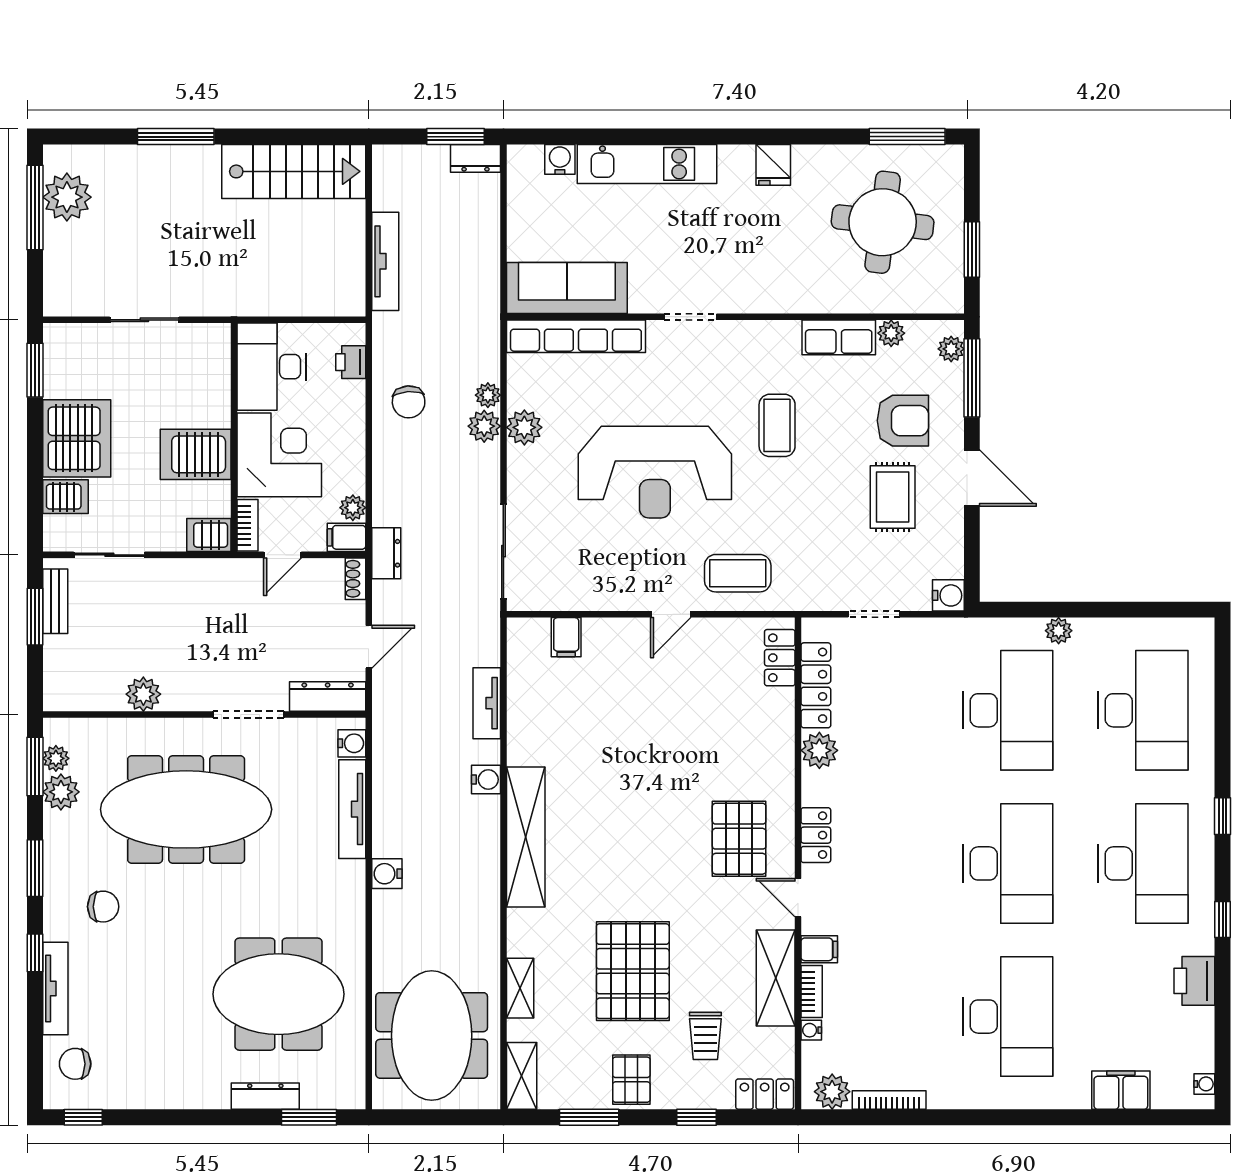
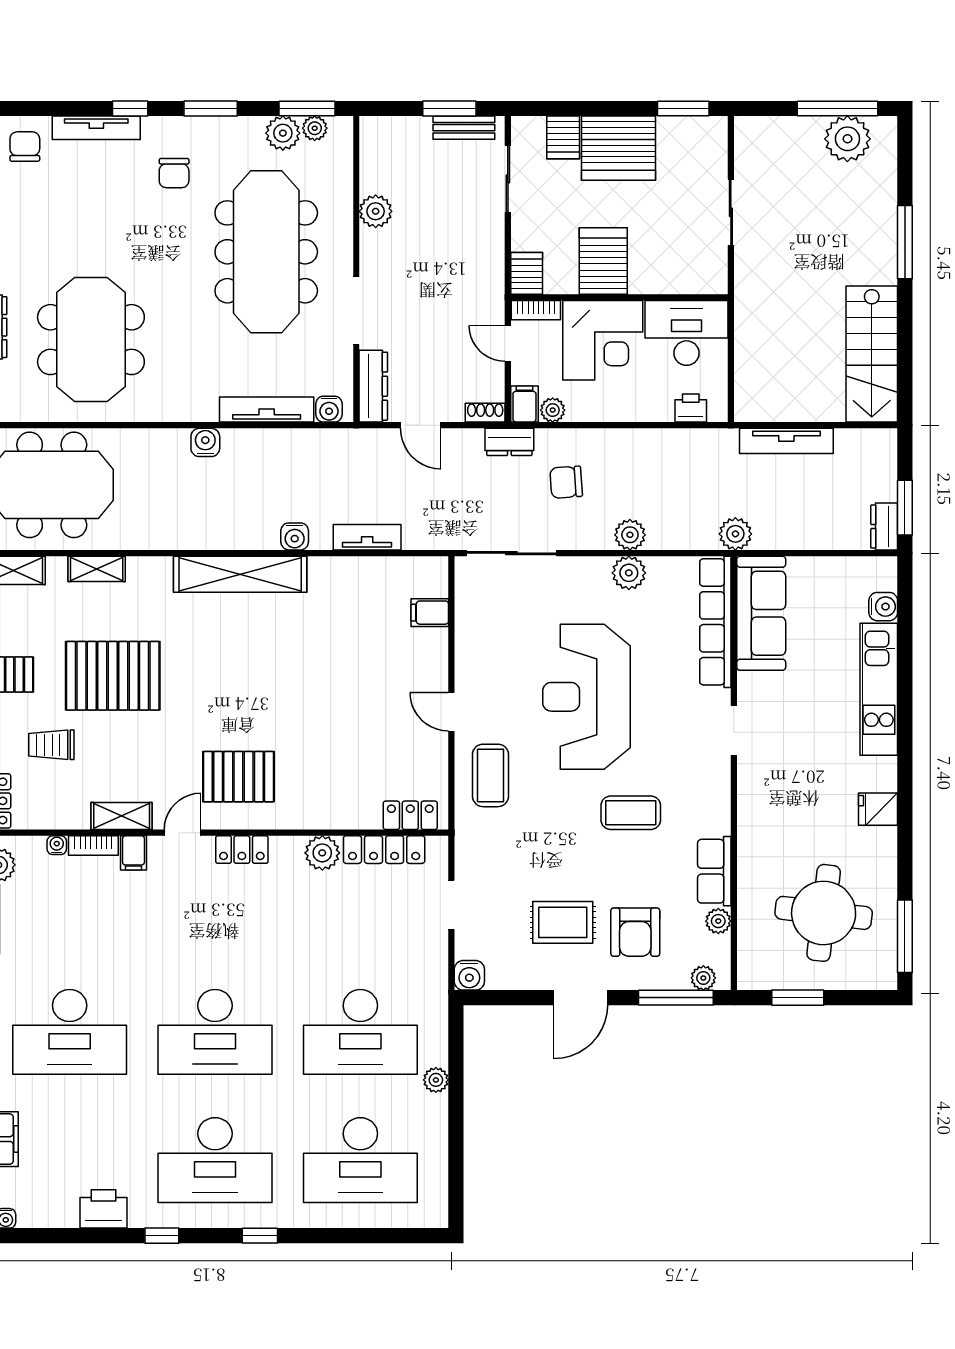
plant: (488, 395) -> (735, 534), moved, width x1.38, depth x1.38
chair: (409, 402) -> (566, 482), moved
shelving: (776, 978) -> (122, 816), width x0.67, depth x0.75

